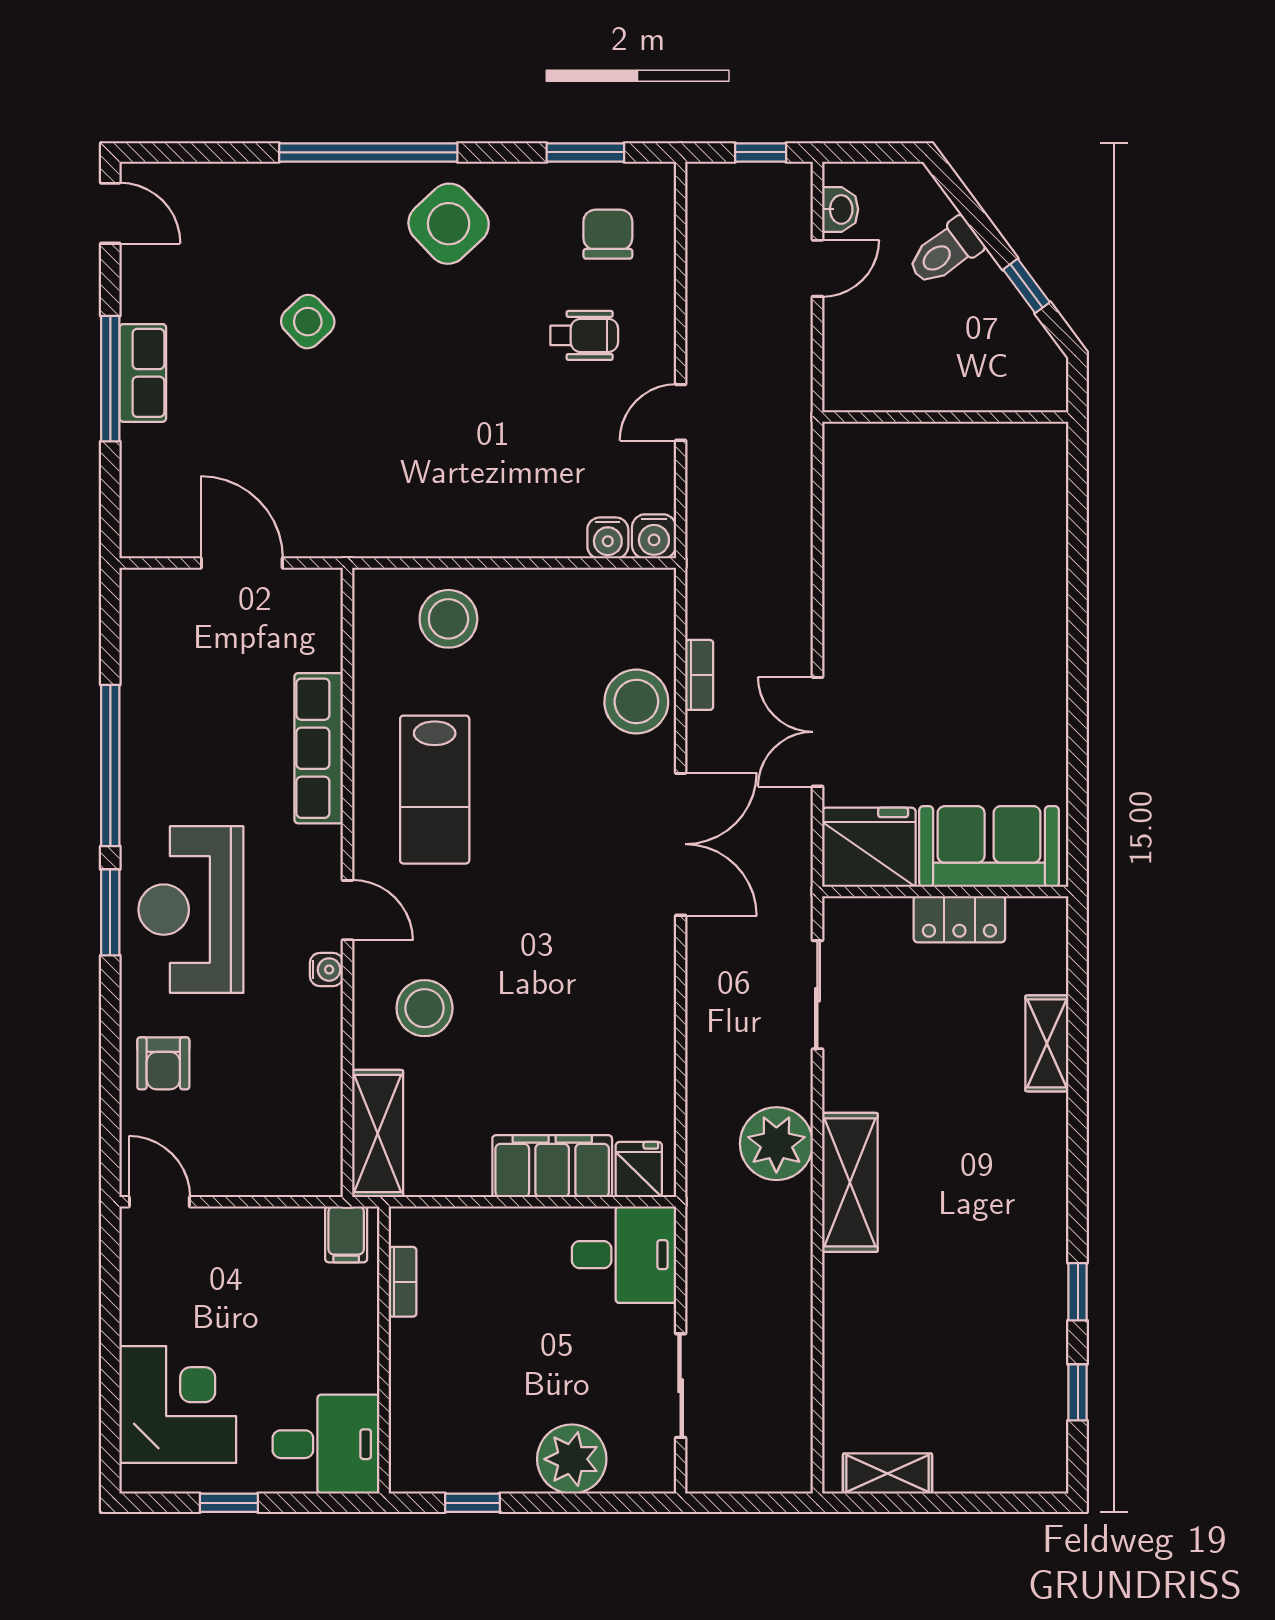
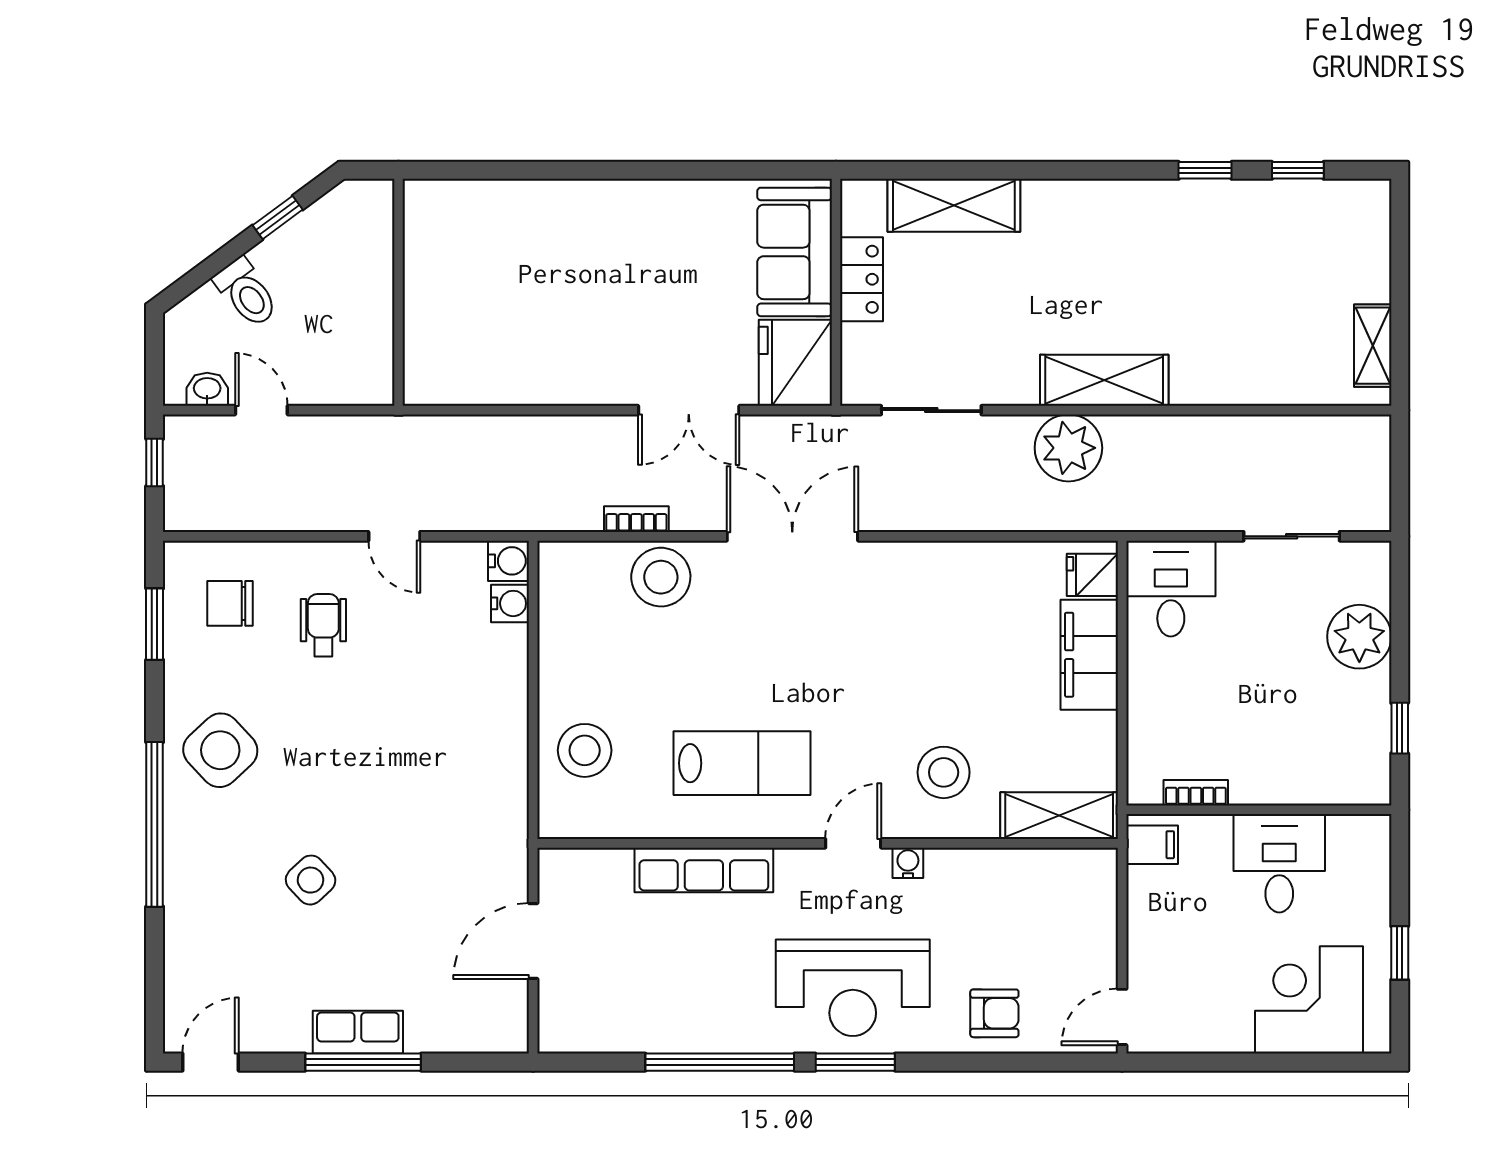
shelving: (1047, 1043) -> (954, 205), width x1.50, depth x1.33
desk: (326, 1444) -> (1279, 863), moved

